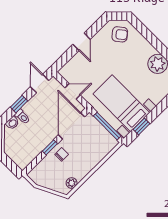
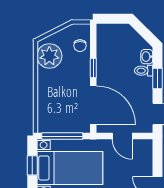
door: (73, 91) -> (122, 136), hinge flipped
chair: (62, 154) -> (80, 46), moved
plant: (72, 183) -> (49, 56), width x1.87, depth x1.87

